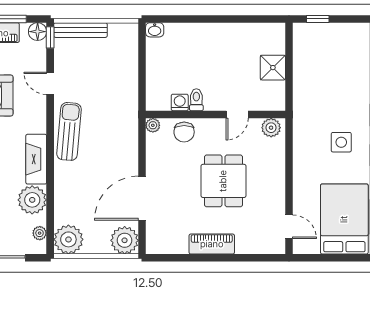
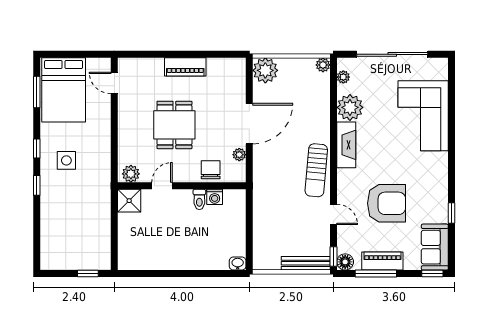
shower: (273, 68) -> (129, 201), moved
plant: (153, 125) -> (239, 155), moved
door: (142, 198) -> (249, 124), moved
plant: (68, 239) -> (323, 65), width x0.53, depth x0.53

